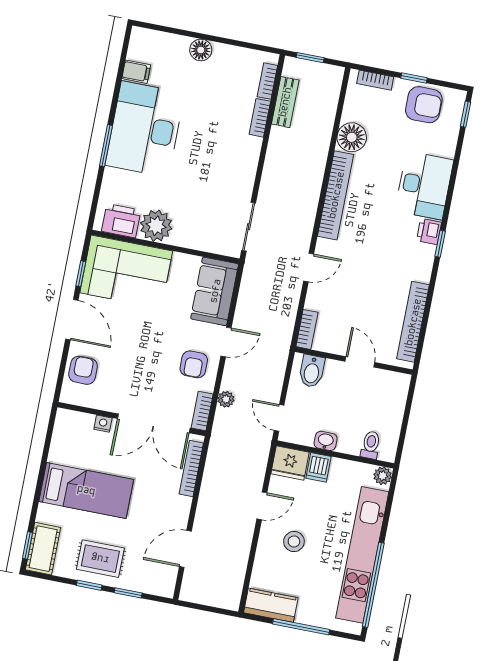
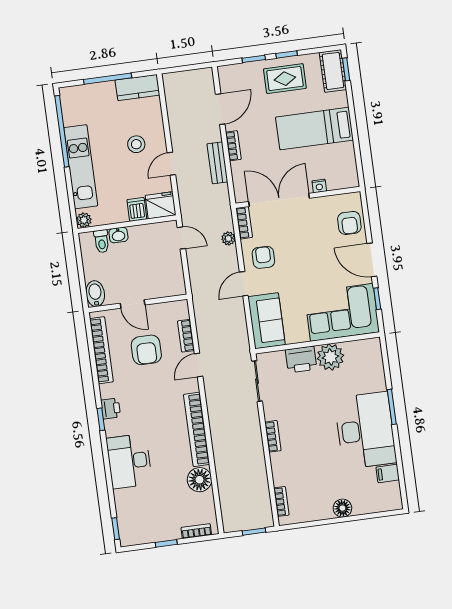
bench: (285, 102) -> (217, 163), moved
armchair: (424, 105) -> (146, 350), moved, turned -90
bookcase: (260, 118) -> (273, 436), moved
printer: (121, 221) -> (301, 359), moved
printer: (429, 231) -> (111, 409), moved
bookcase: (307, 329) -> (186, 336), moved
bidet: (312, 371) -> (95, 294), moved
washbasin: (326, 441) -> (118, 235), moved
bookcase: (191, 469) -> (233, 146), moved, width x0.64
kitchen unit: (362, 555) -> (81, 167), width x0.73

